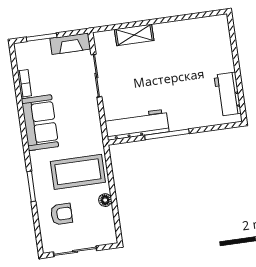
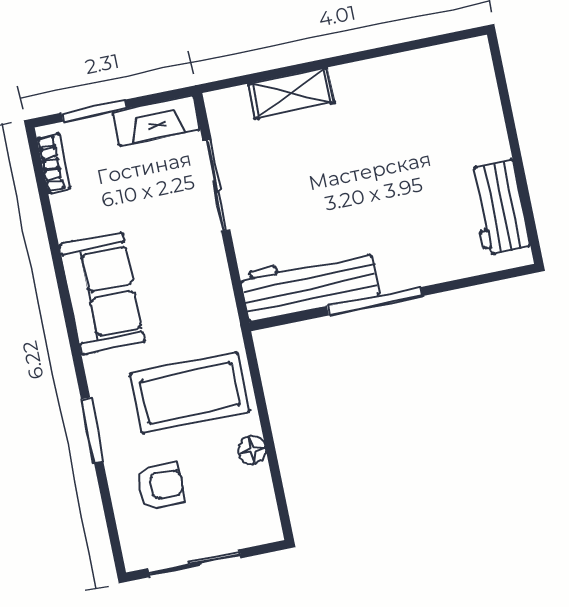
bookcase: (24, 83) -> (54, 163), moved

